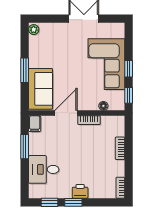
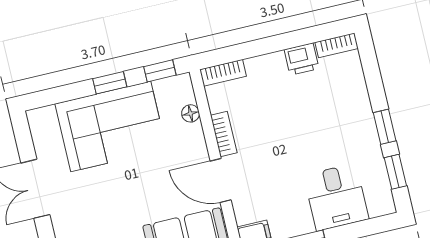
bookcase: (120, 148) -> (223, 73), moved
printer: (80, 191) -> (302, 59), moved, turned -90

